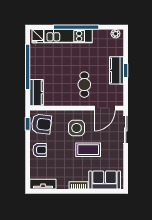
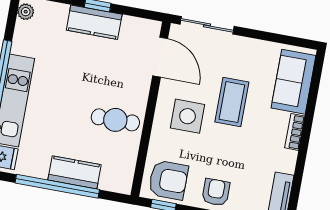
cafe table: (84, 85) -> (115, 120), moved
kitchen counter: (36, 93) -> (74, 172), moved
armchair: (41, 124) -> (168, 180), turned 84

